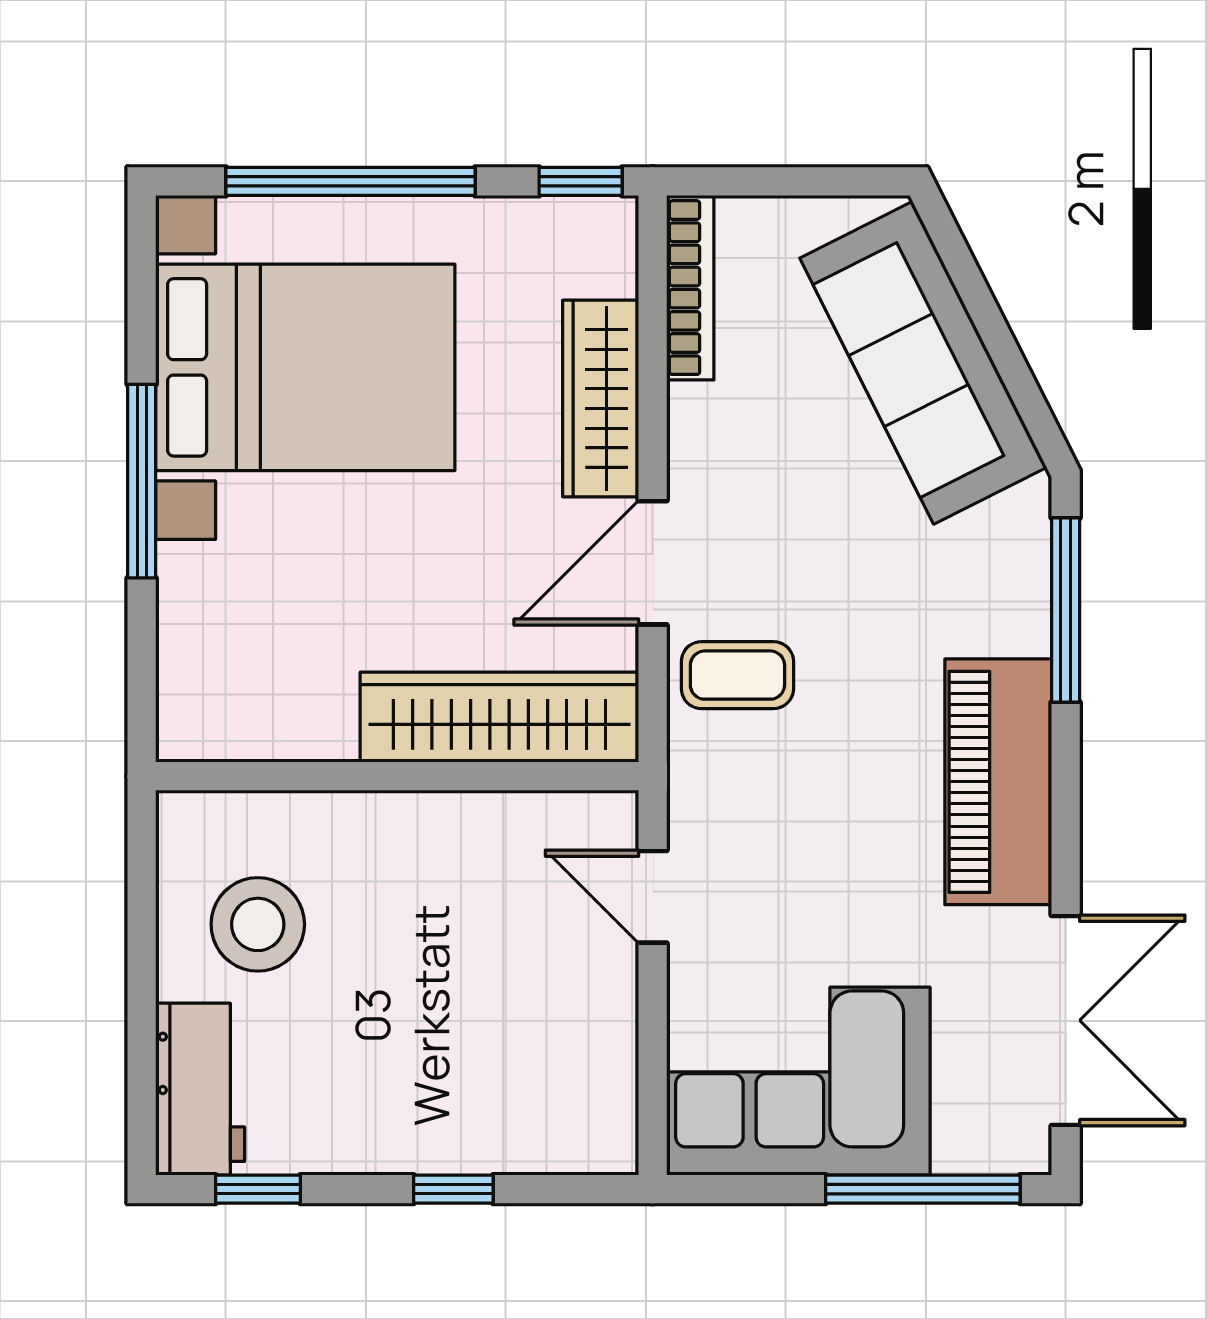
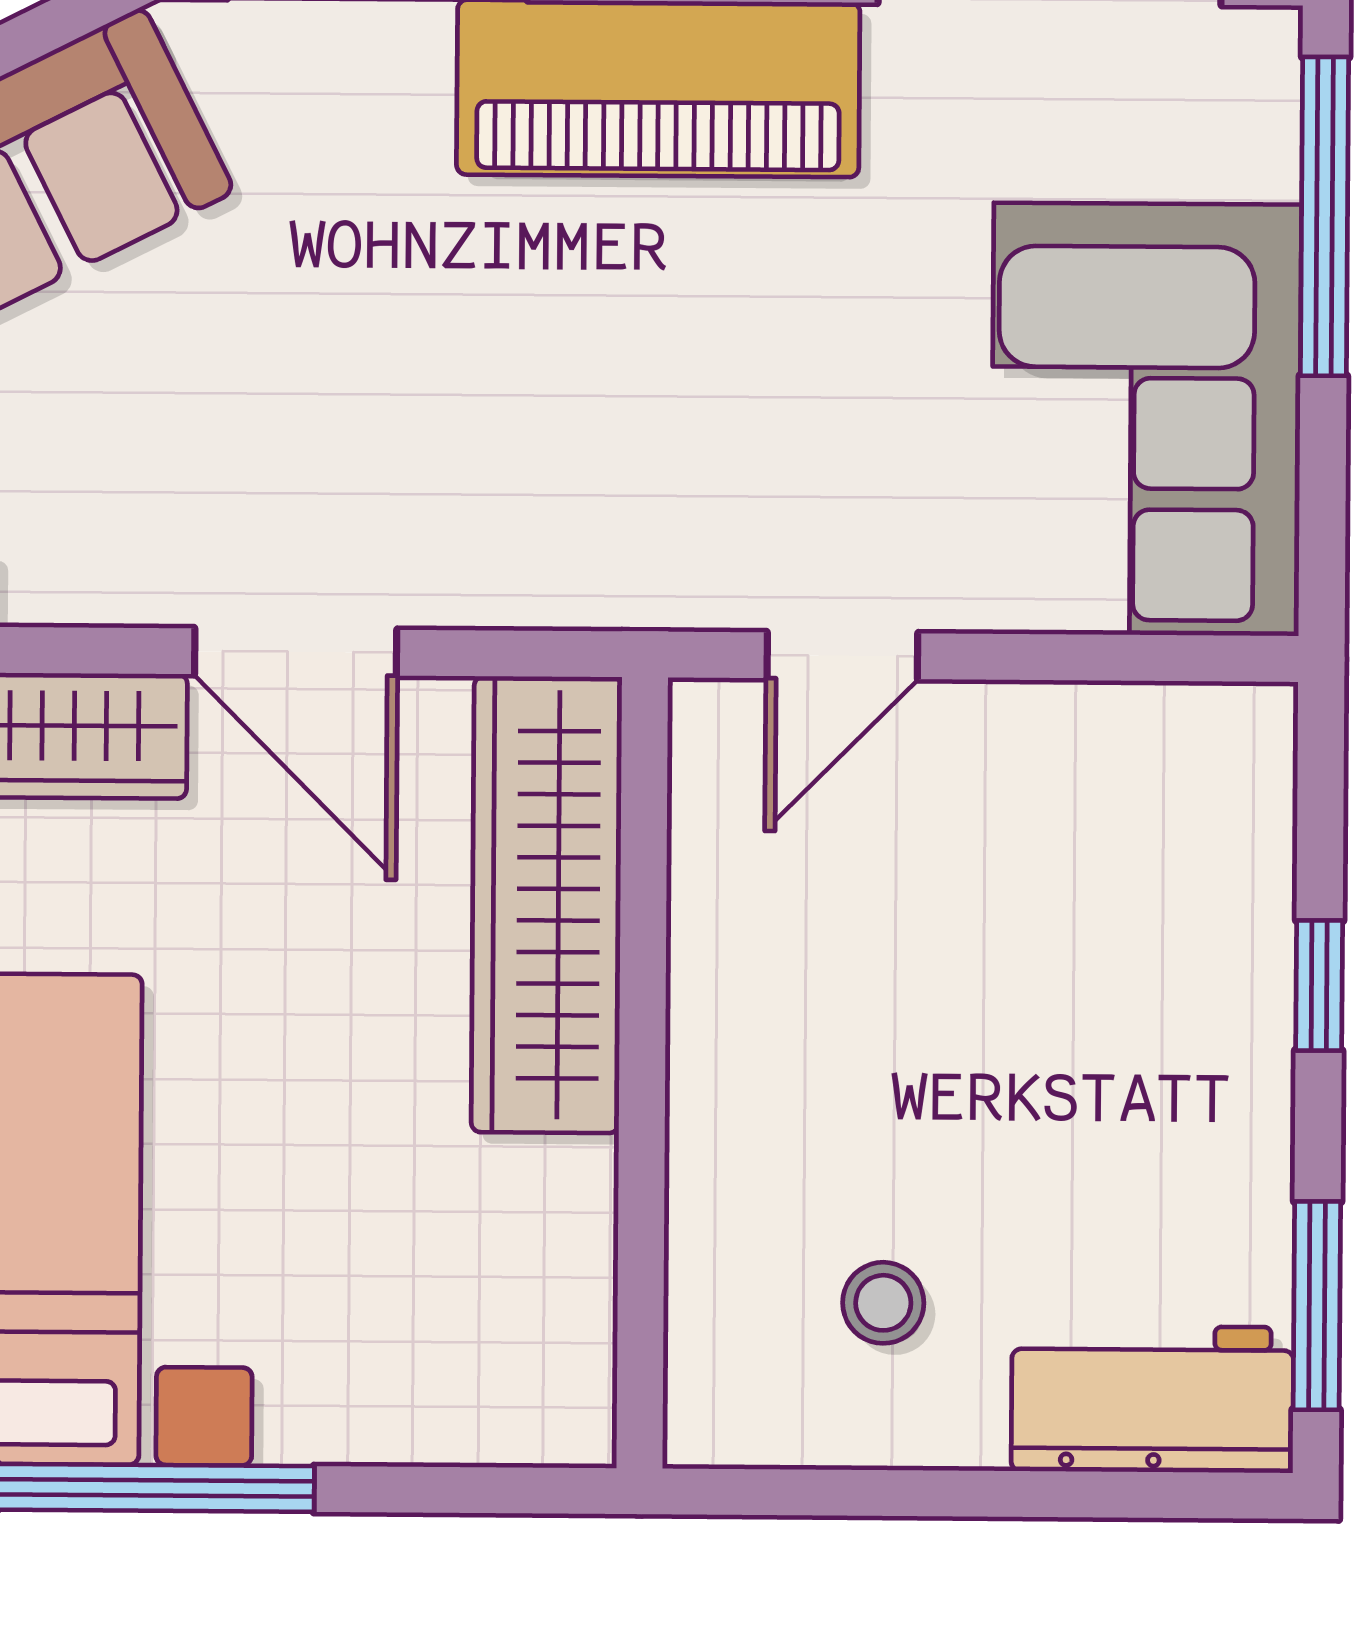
coffee table: (737, 675) -> (480, 514), removed
stool: (258, 924) -> (883, 1303), width x0.53, depth x0.53
window: (258, 1189) -> (1317, 1306), width x1.50

